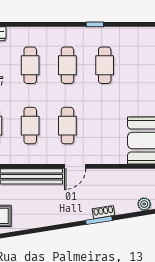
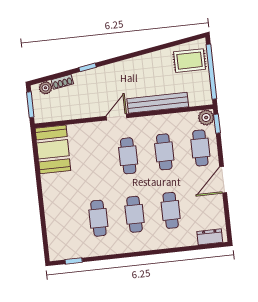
window: (95, 24) -> (74, 261), moved
shoe rack: (103, 212) -> (62, 82), moved
window: (99, 220) -> (88, 67), width x0.67

